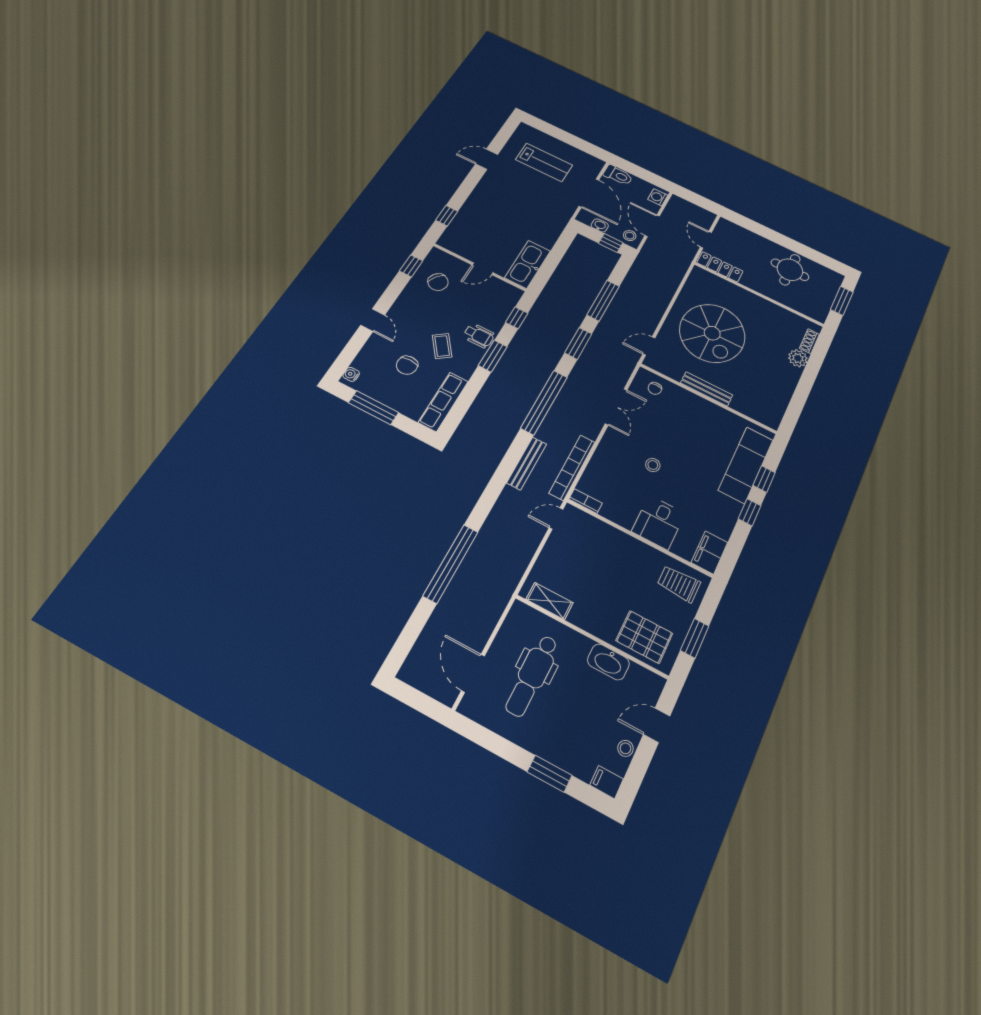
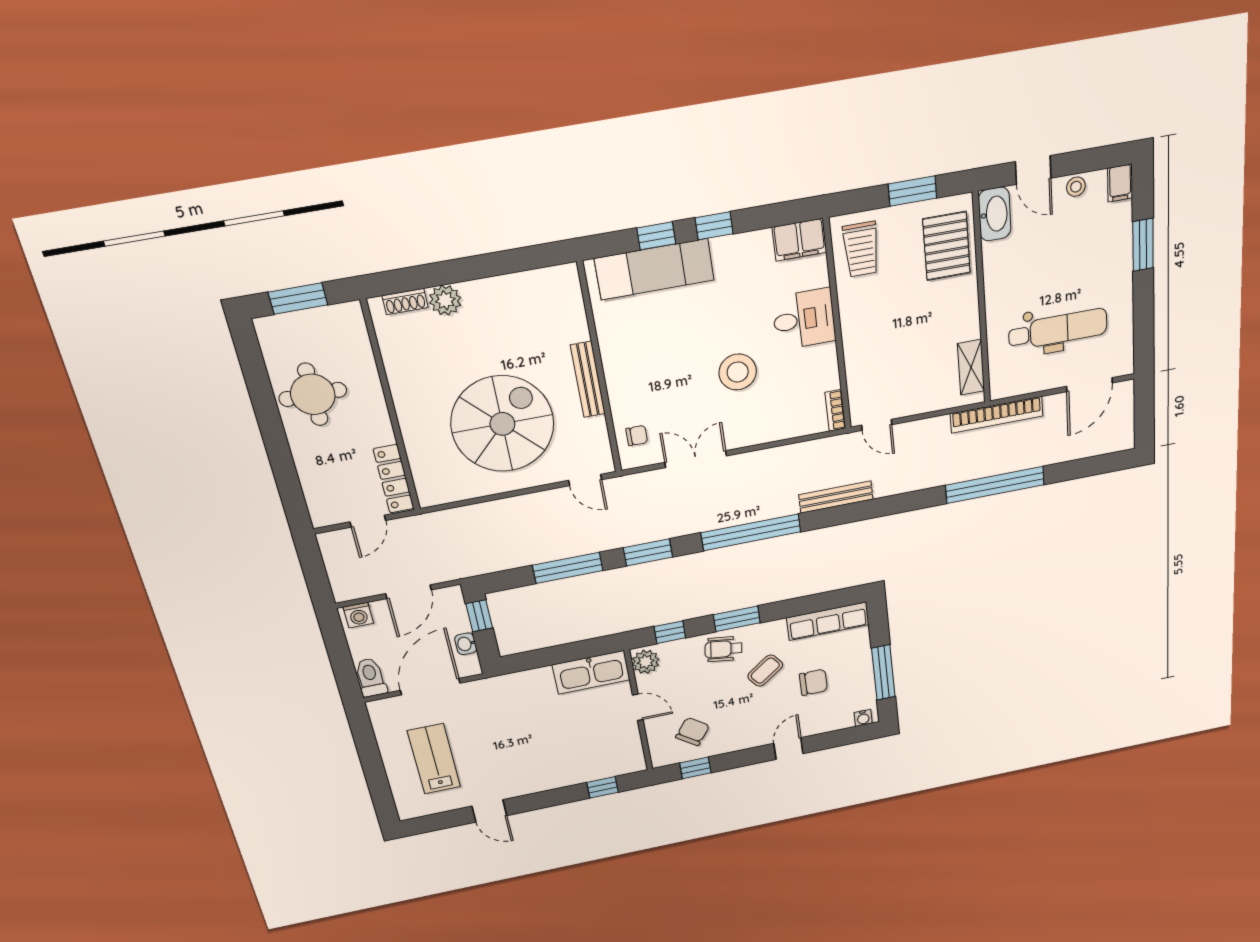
stool: (630, 236) -> (448, 605), removed
plant: (509, 293) -> (646, 662), added
wheelchair: (479, 336) -> (724, 649), turned -82
stool: (653, 465) -> (738, 372), width x1.89, depth x1.89
bookcase: (572, 467) -> (997, 415), moved
washbasin: (608, 662) -> (995, 214), moved

